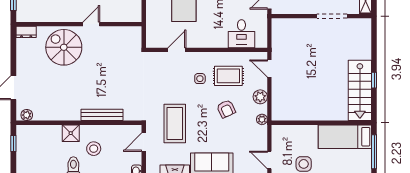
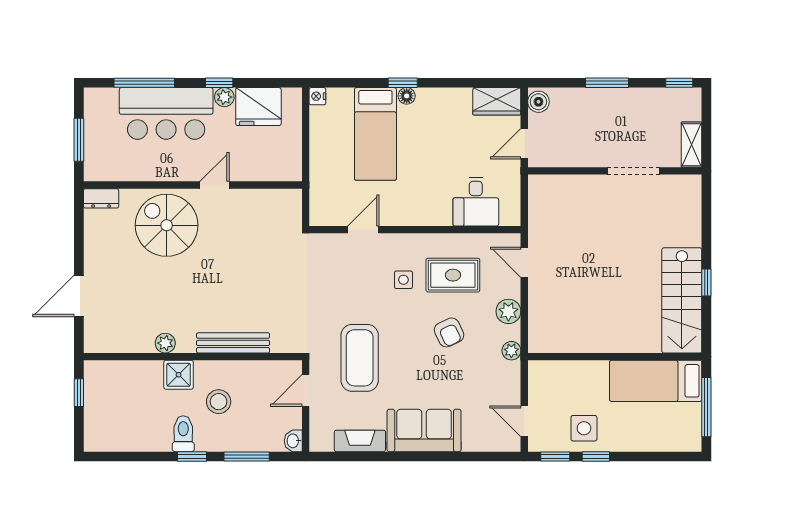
plant: (27, 115) -> (165, 343), moved

